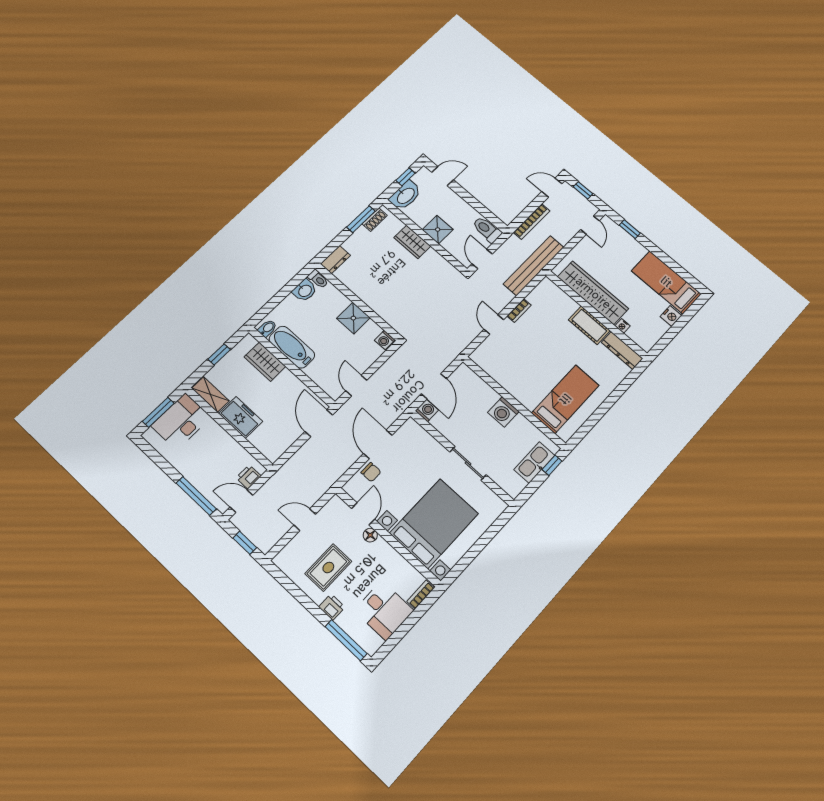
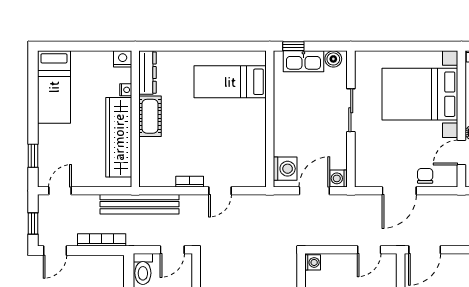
door: (552, 188) -> (55, 251), hinge flipped
nightstand: (671, 316) -> (123, 59), moved
washing machine: (503, 412) -> (285, 169), moved
boiler: (517, 485) -> (333, 59), added

